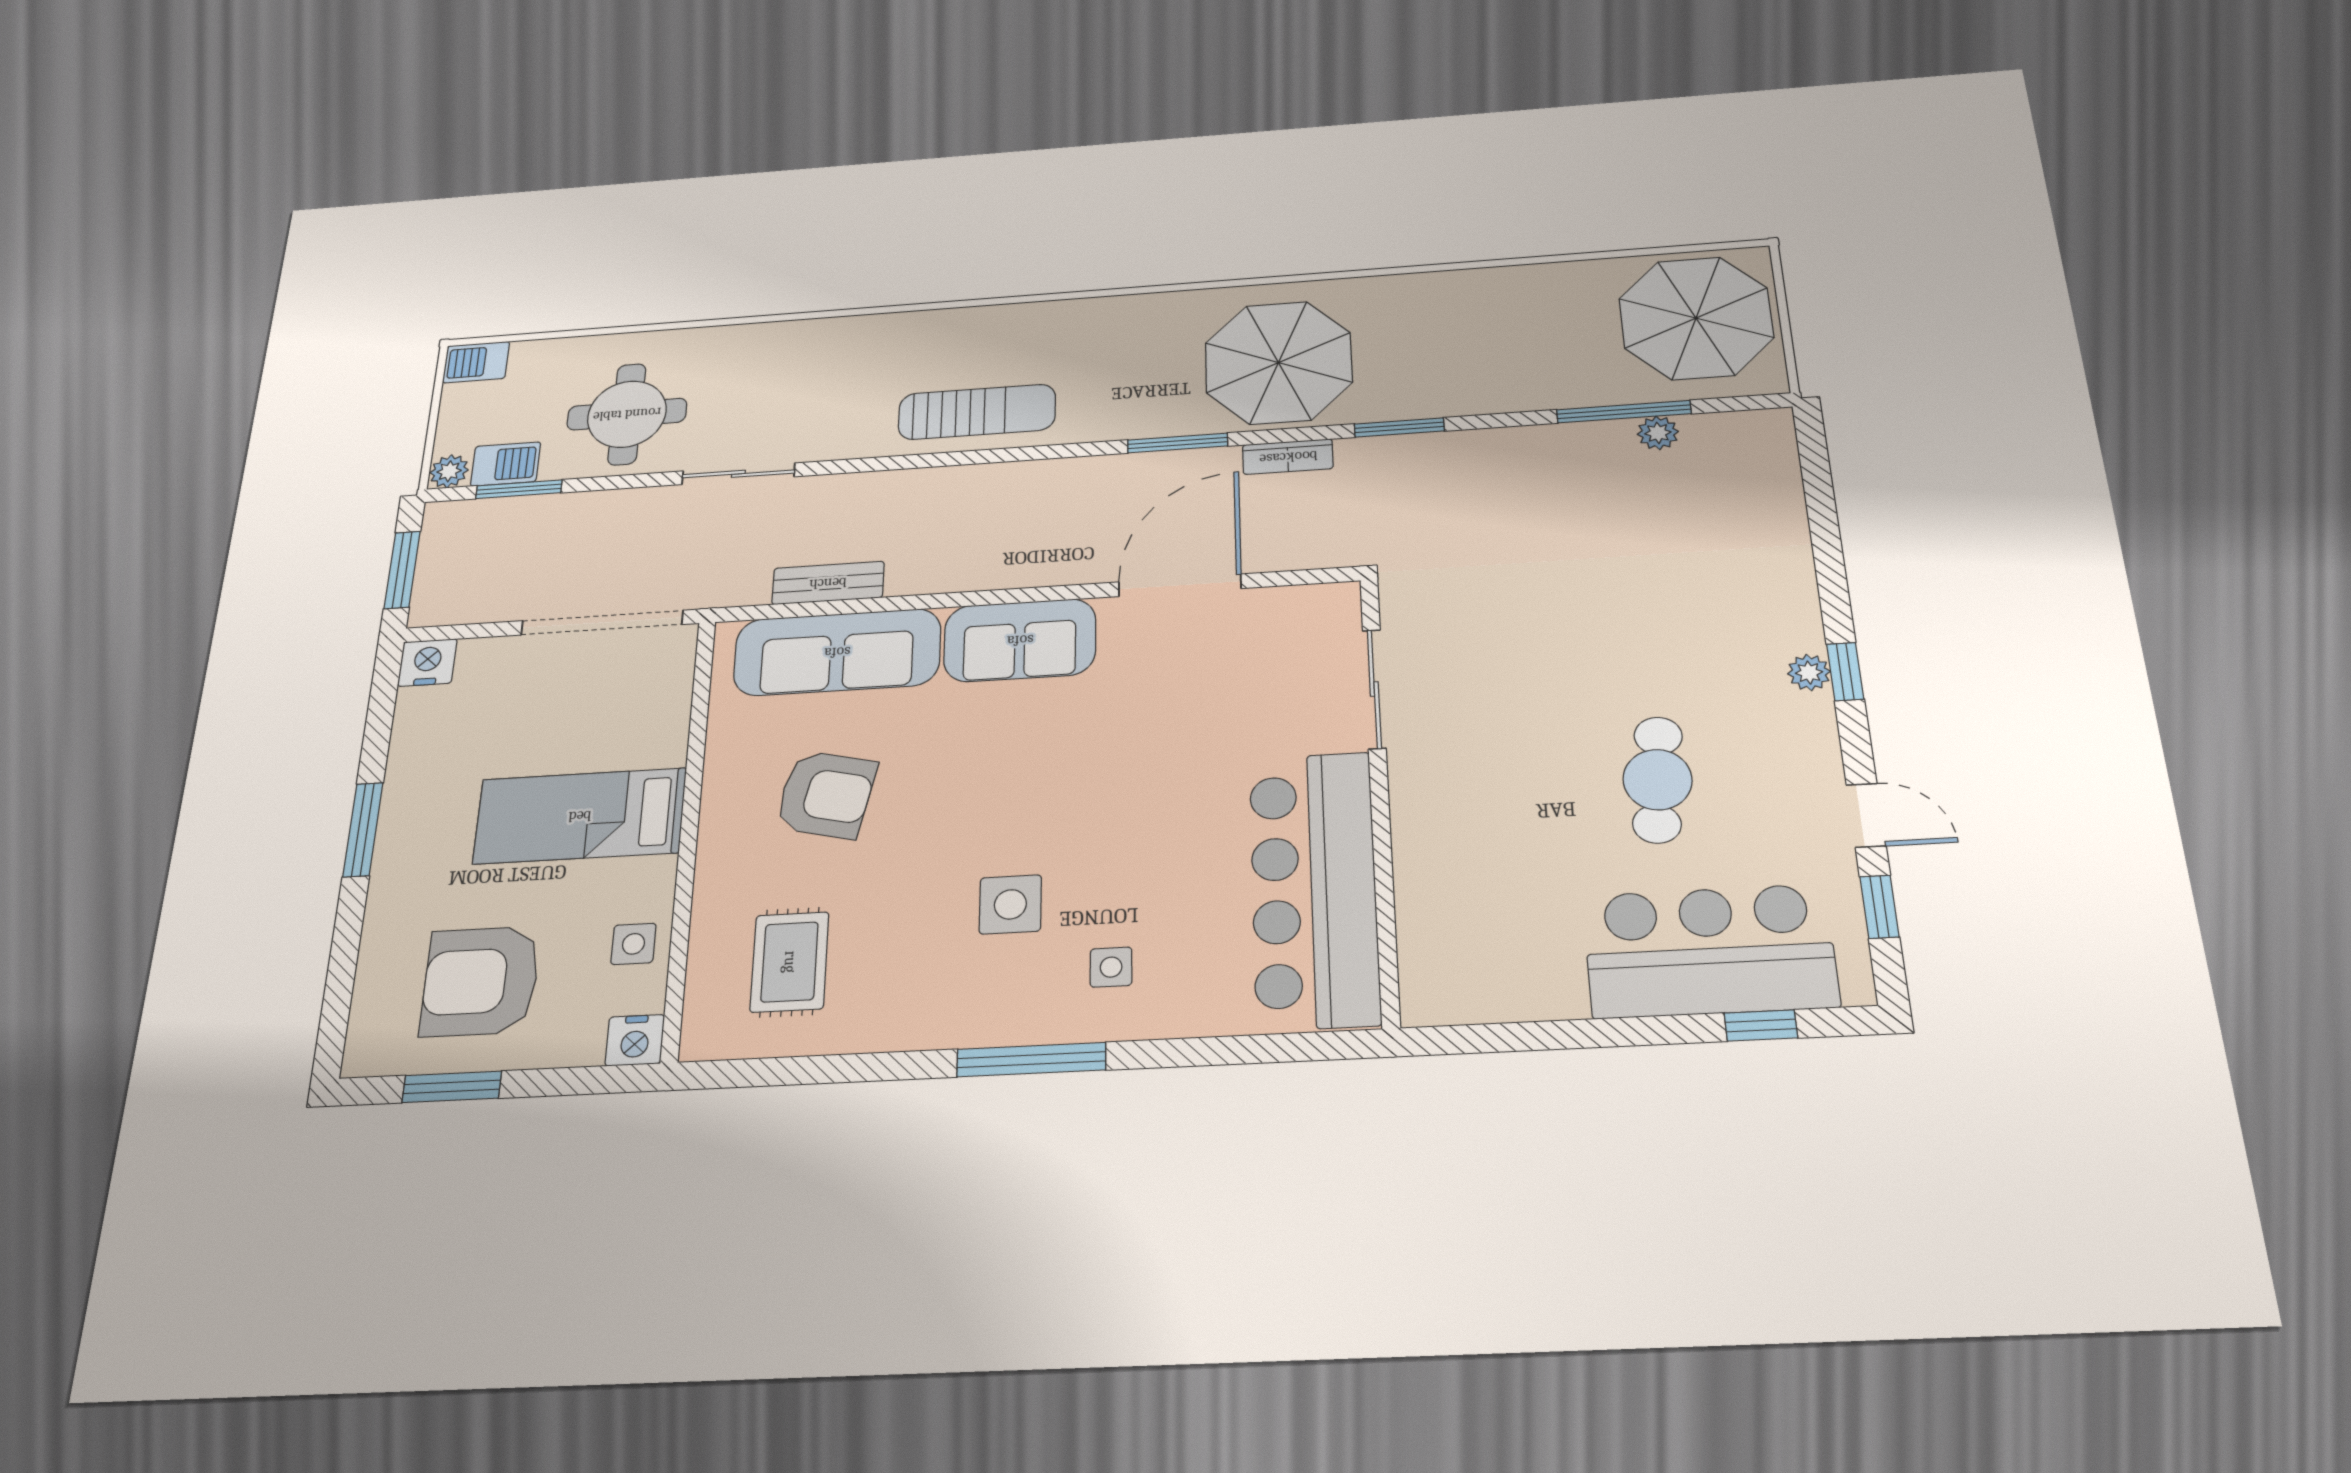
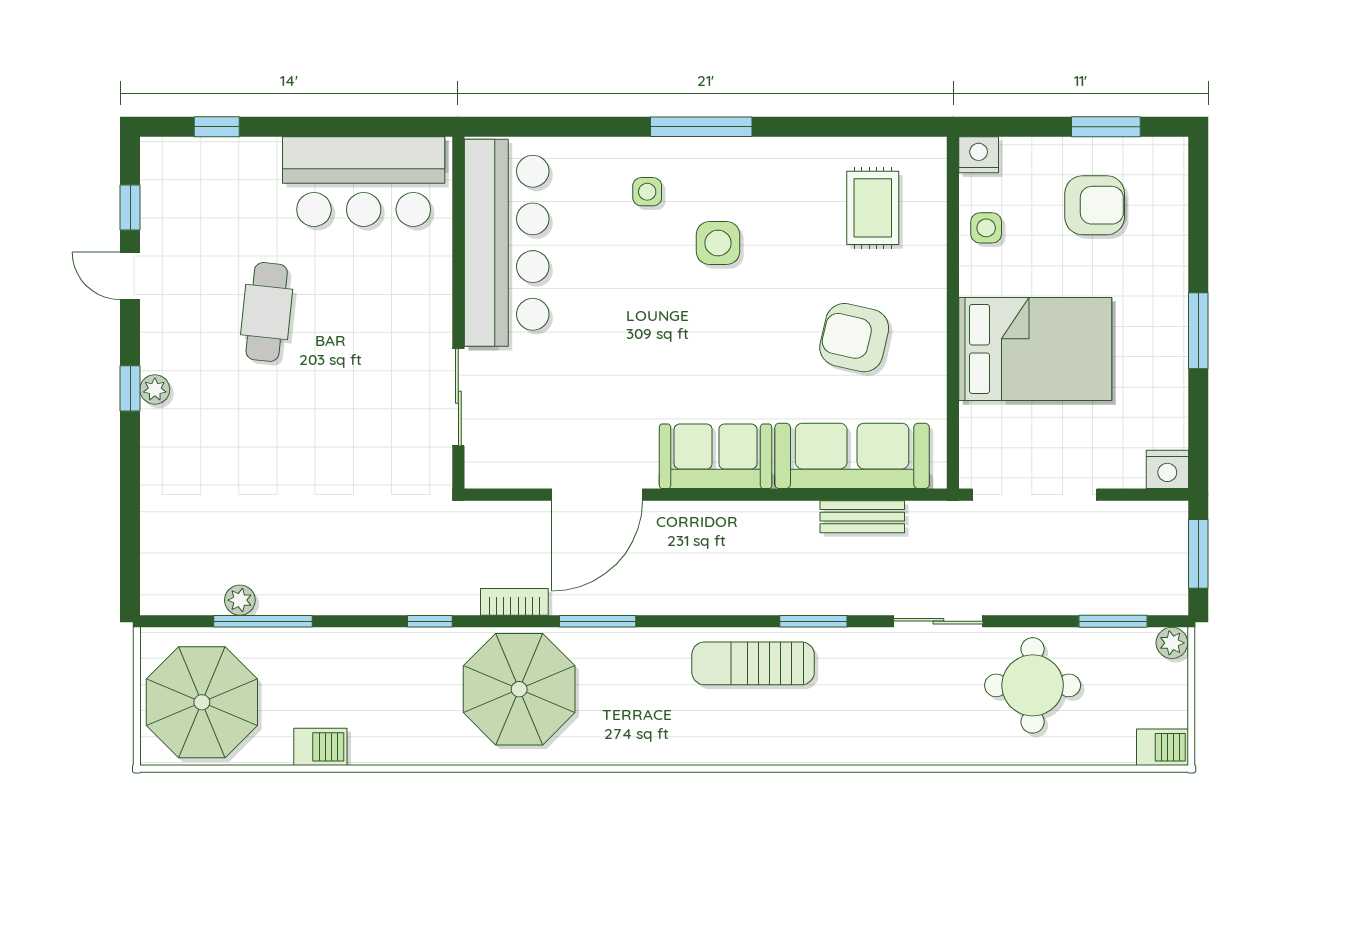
window: (1399, 427) -> (430, 621), width x0.67
window: (898, 463) -> (813, 621), added
barbecue: (506, 464) -> (320, 747), moved, turned 180
bed: (580, 816) -> (1035, 349), width x1.50
bar counter: (1710, 951) -> (364, 182), moved
armchair: (481, 981) -> (1095, 205), width x0.73, depth x0.73

